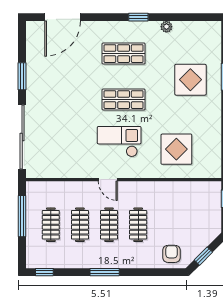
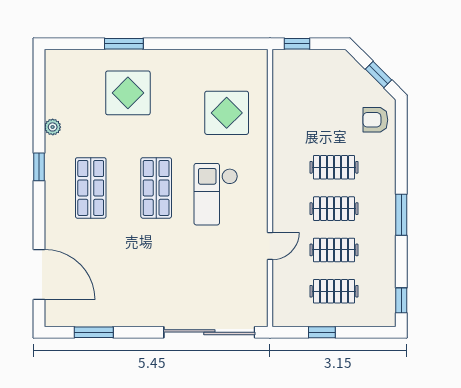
window: (22, 76) -> (94, 332), moved
door: (108, 180) -> (270, 246), moved
window: (22, 216) -> (322, 332), width x0.46

